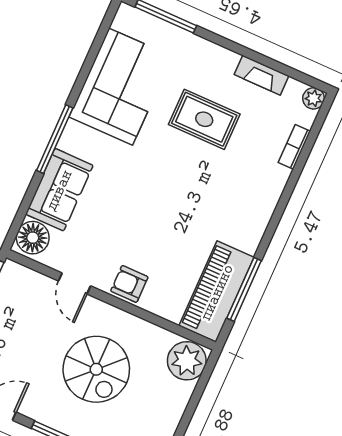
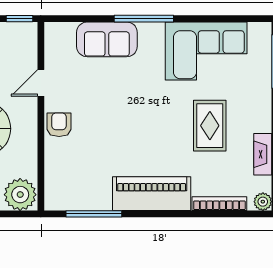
bookcase: (294, 147) -> (219, 204), width x1.56
floor lamp: (33, 238) -> (61, 35), removed
piano: (217, 292) -> (152, 194), moved

